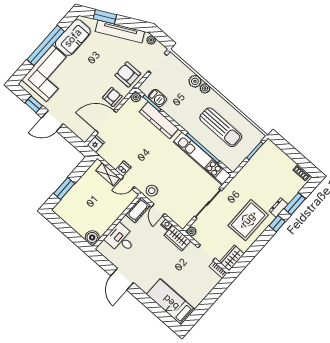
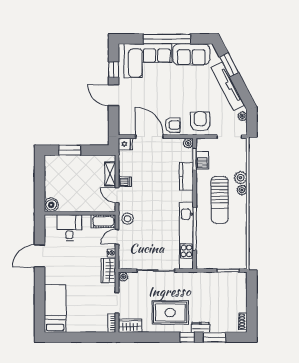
kitchen counter: (159, 120) -> (186, 176), width x0.67
sun lounger: (221, 127) -> (220, 200), moved

